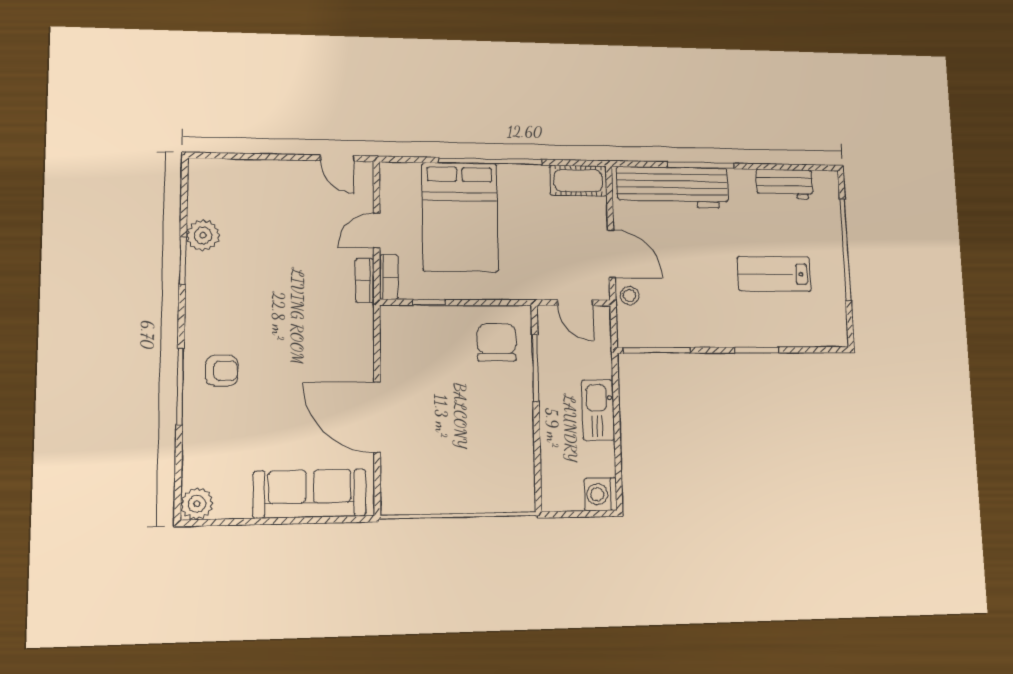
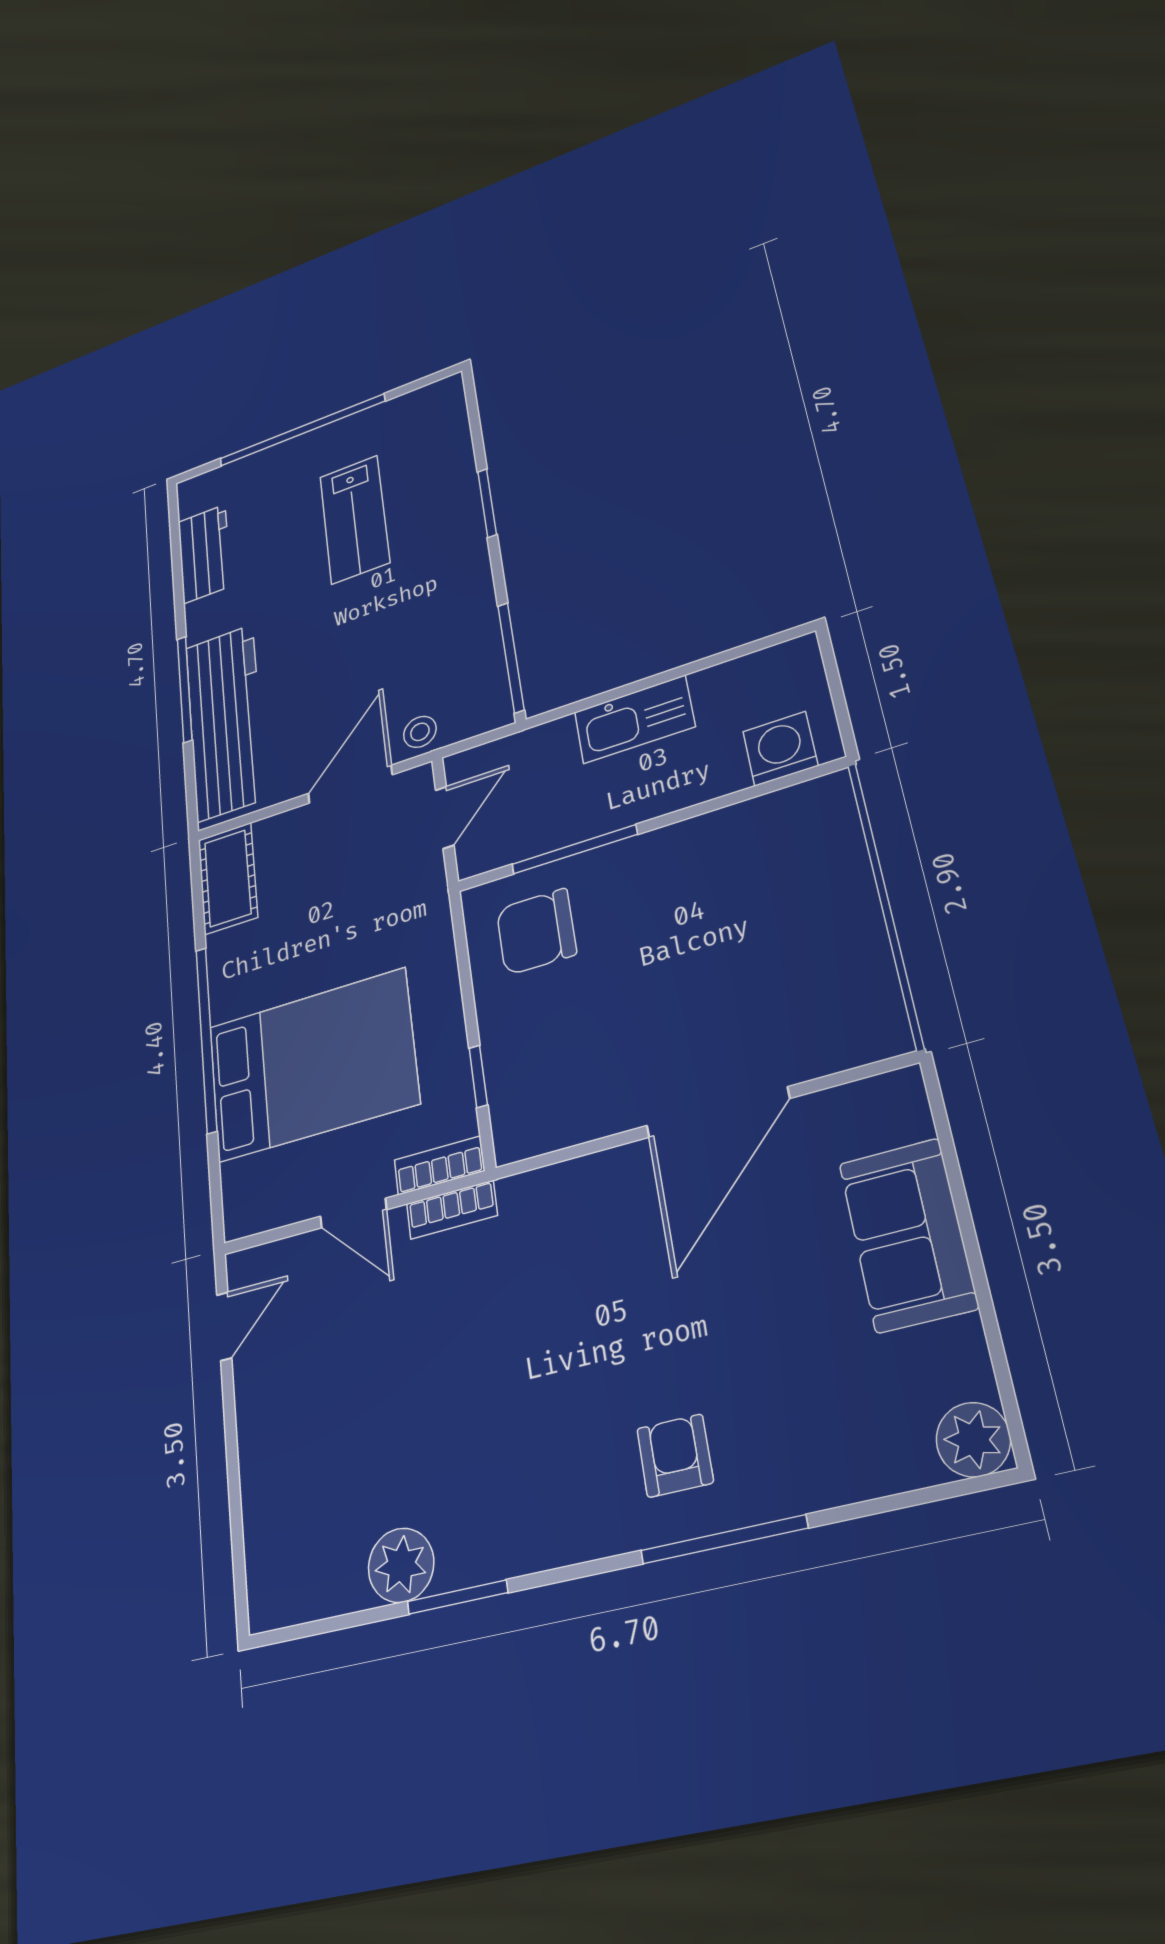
sofa: (310, 494) -> (908, 1235), width x0.73
washing machine: (600, 494) -> (780, 749), moved, turned 180

